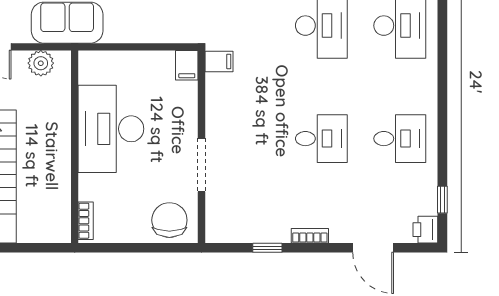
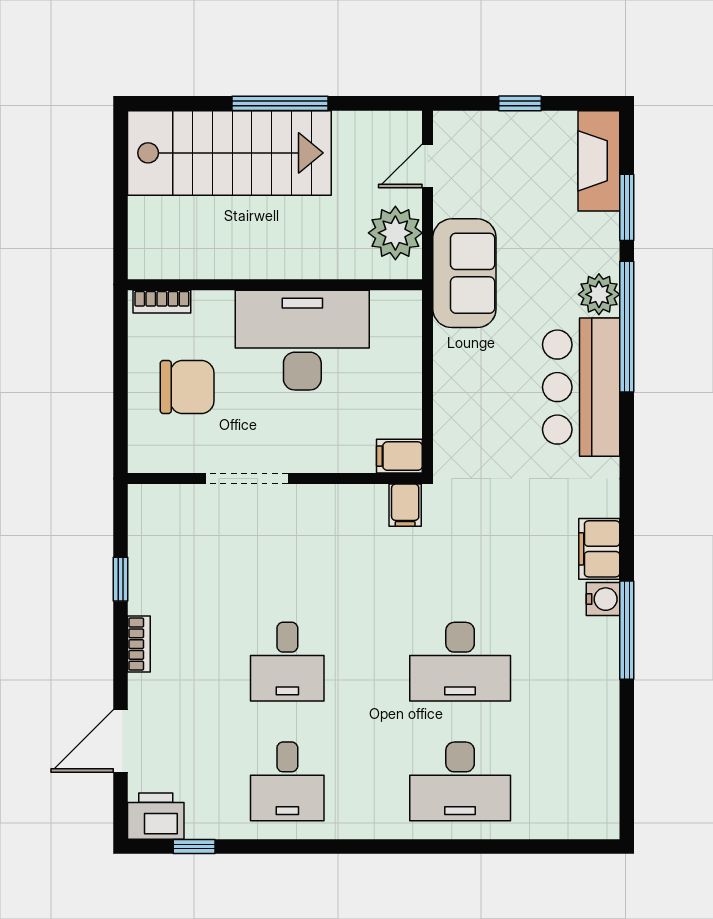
plant: (41, 63) -> (395, 233), width x1.36, depth x1.36
chair: (169, 220) -> (187, 387), moved
printer: (425, 230) -> (156, 816), width x1.36, depth x1.24

